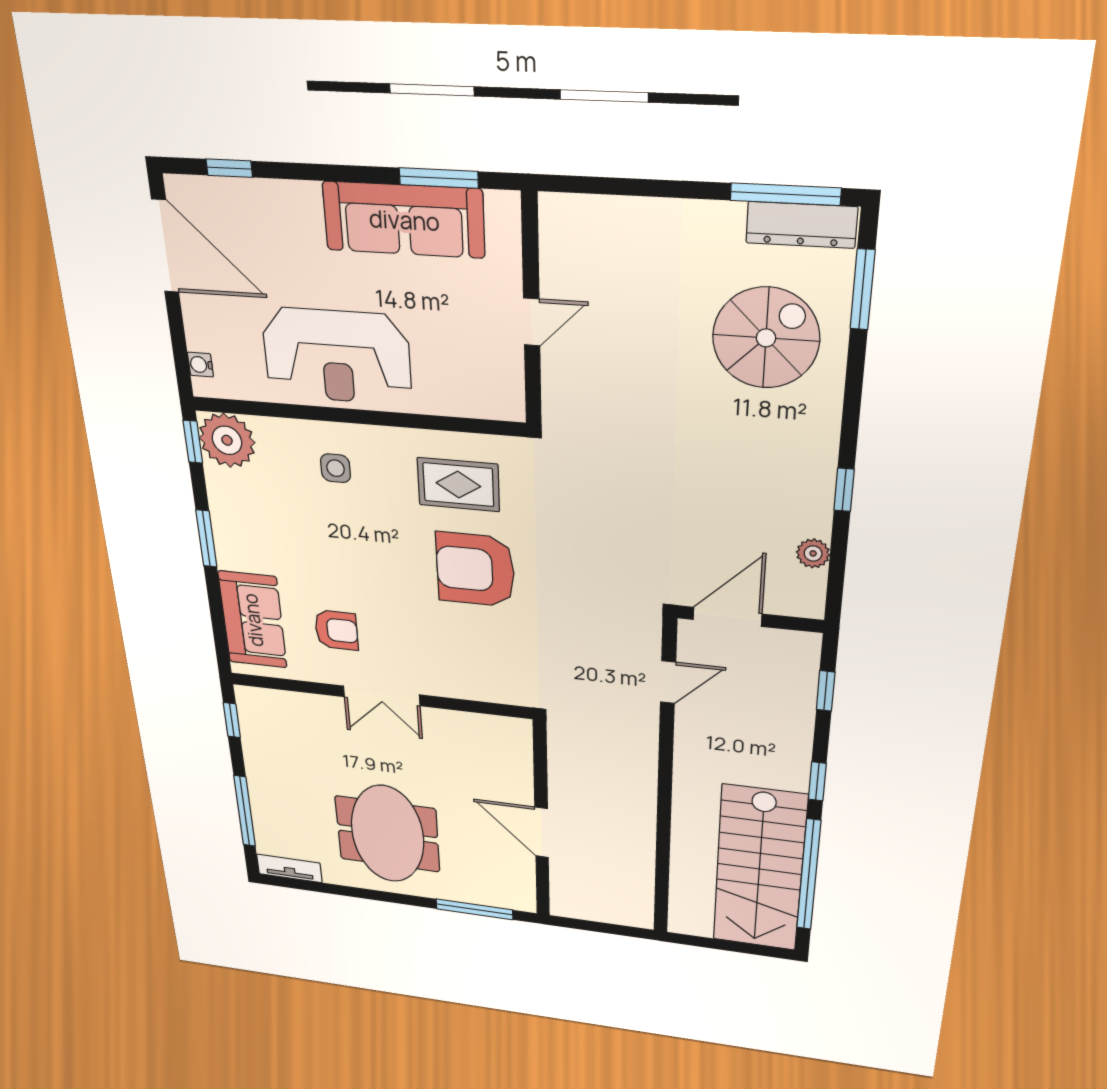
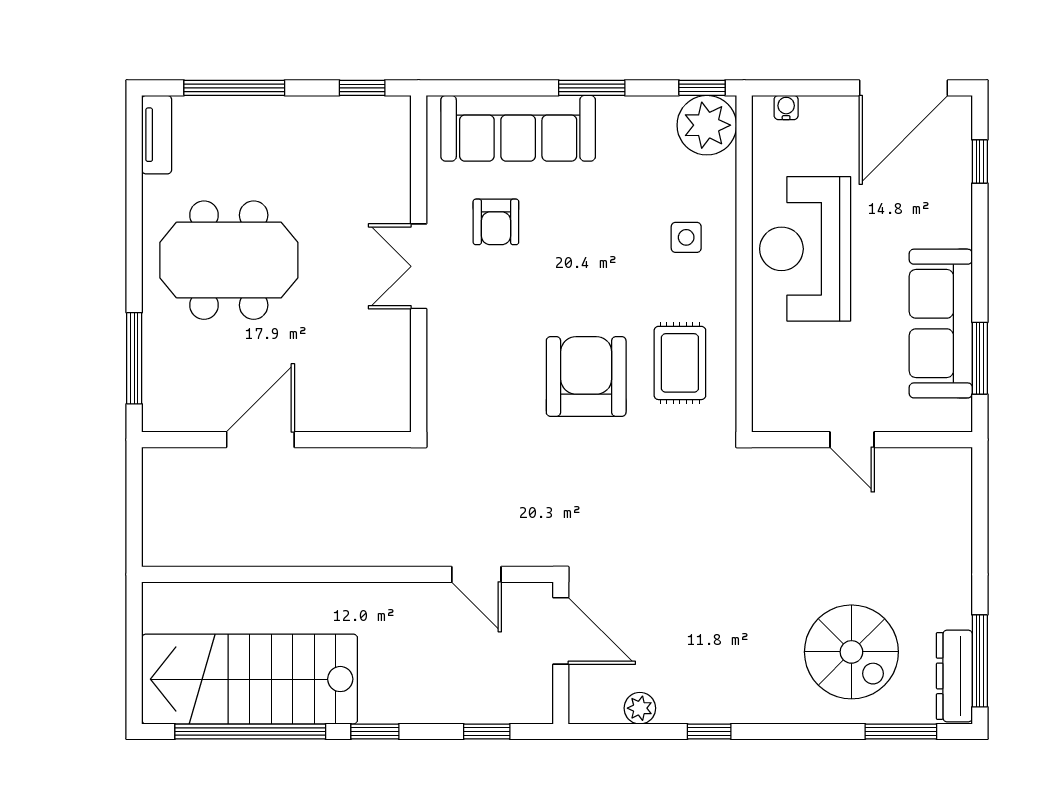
sofa: (253, 620) -> (518, 128), width x1.36

